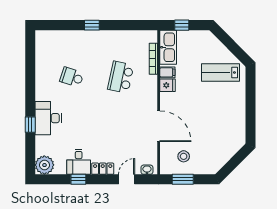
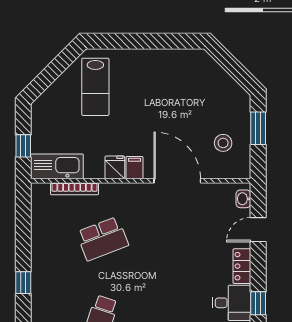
filing cabinet: (167, 72) -> (134, 168), moved
school desk: (121, 77) -> (102, 239), turned -33
door: (159, 126) -> (177, 181), hinge flipped
door: (127, 179) -> (258, 230), hinge flipped
window: (183, 179) -> (258, 128), moved

